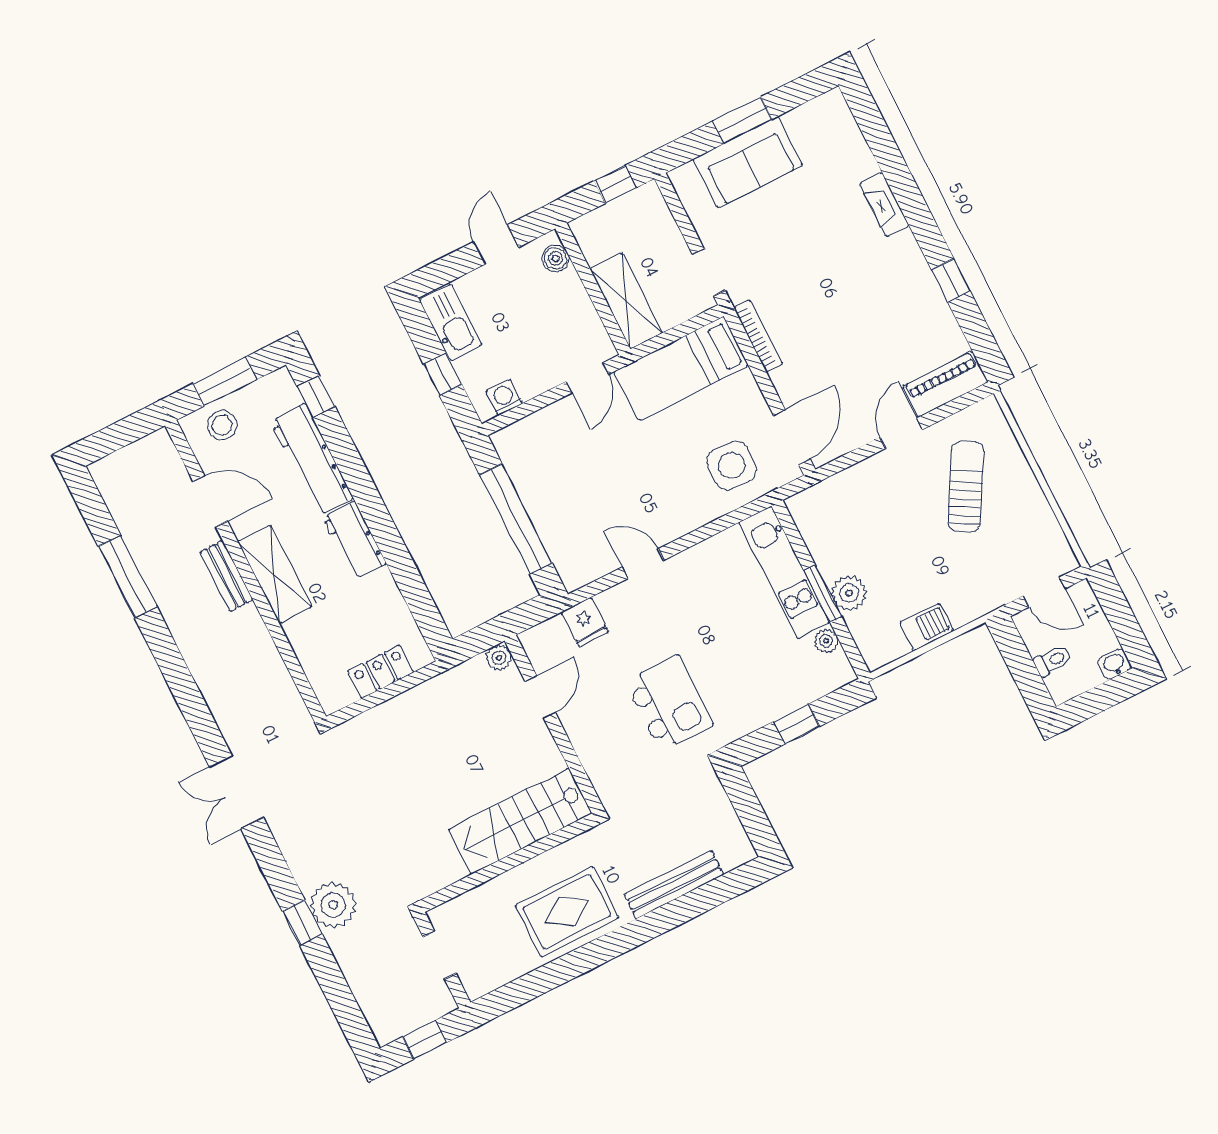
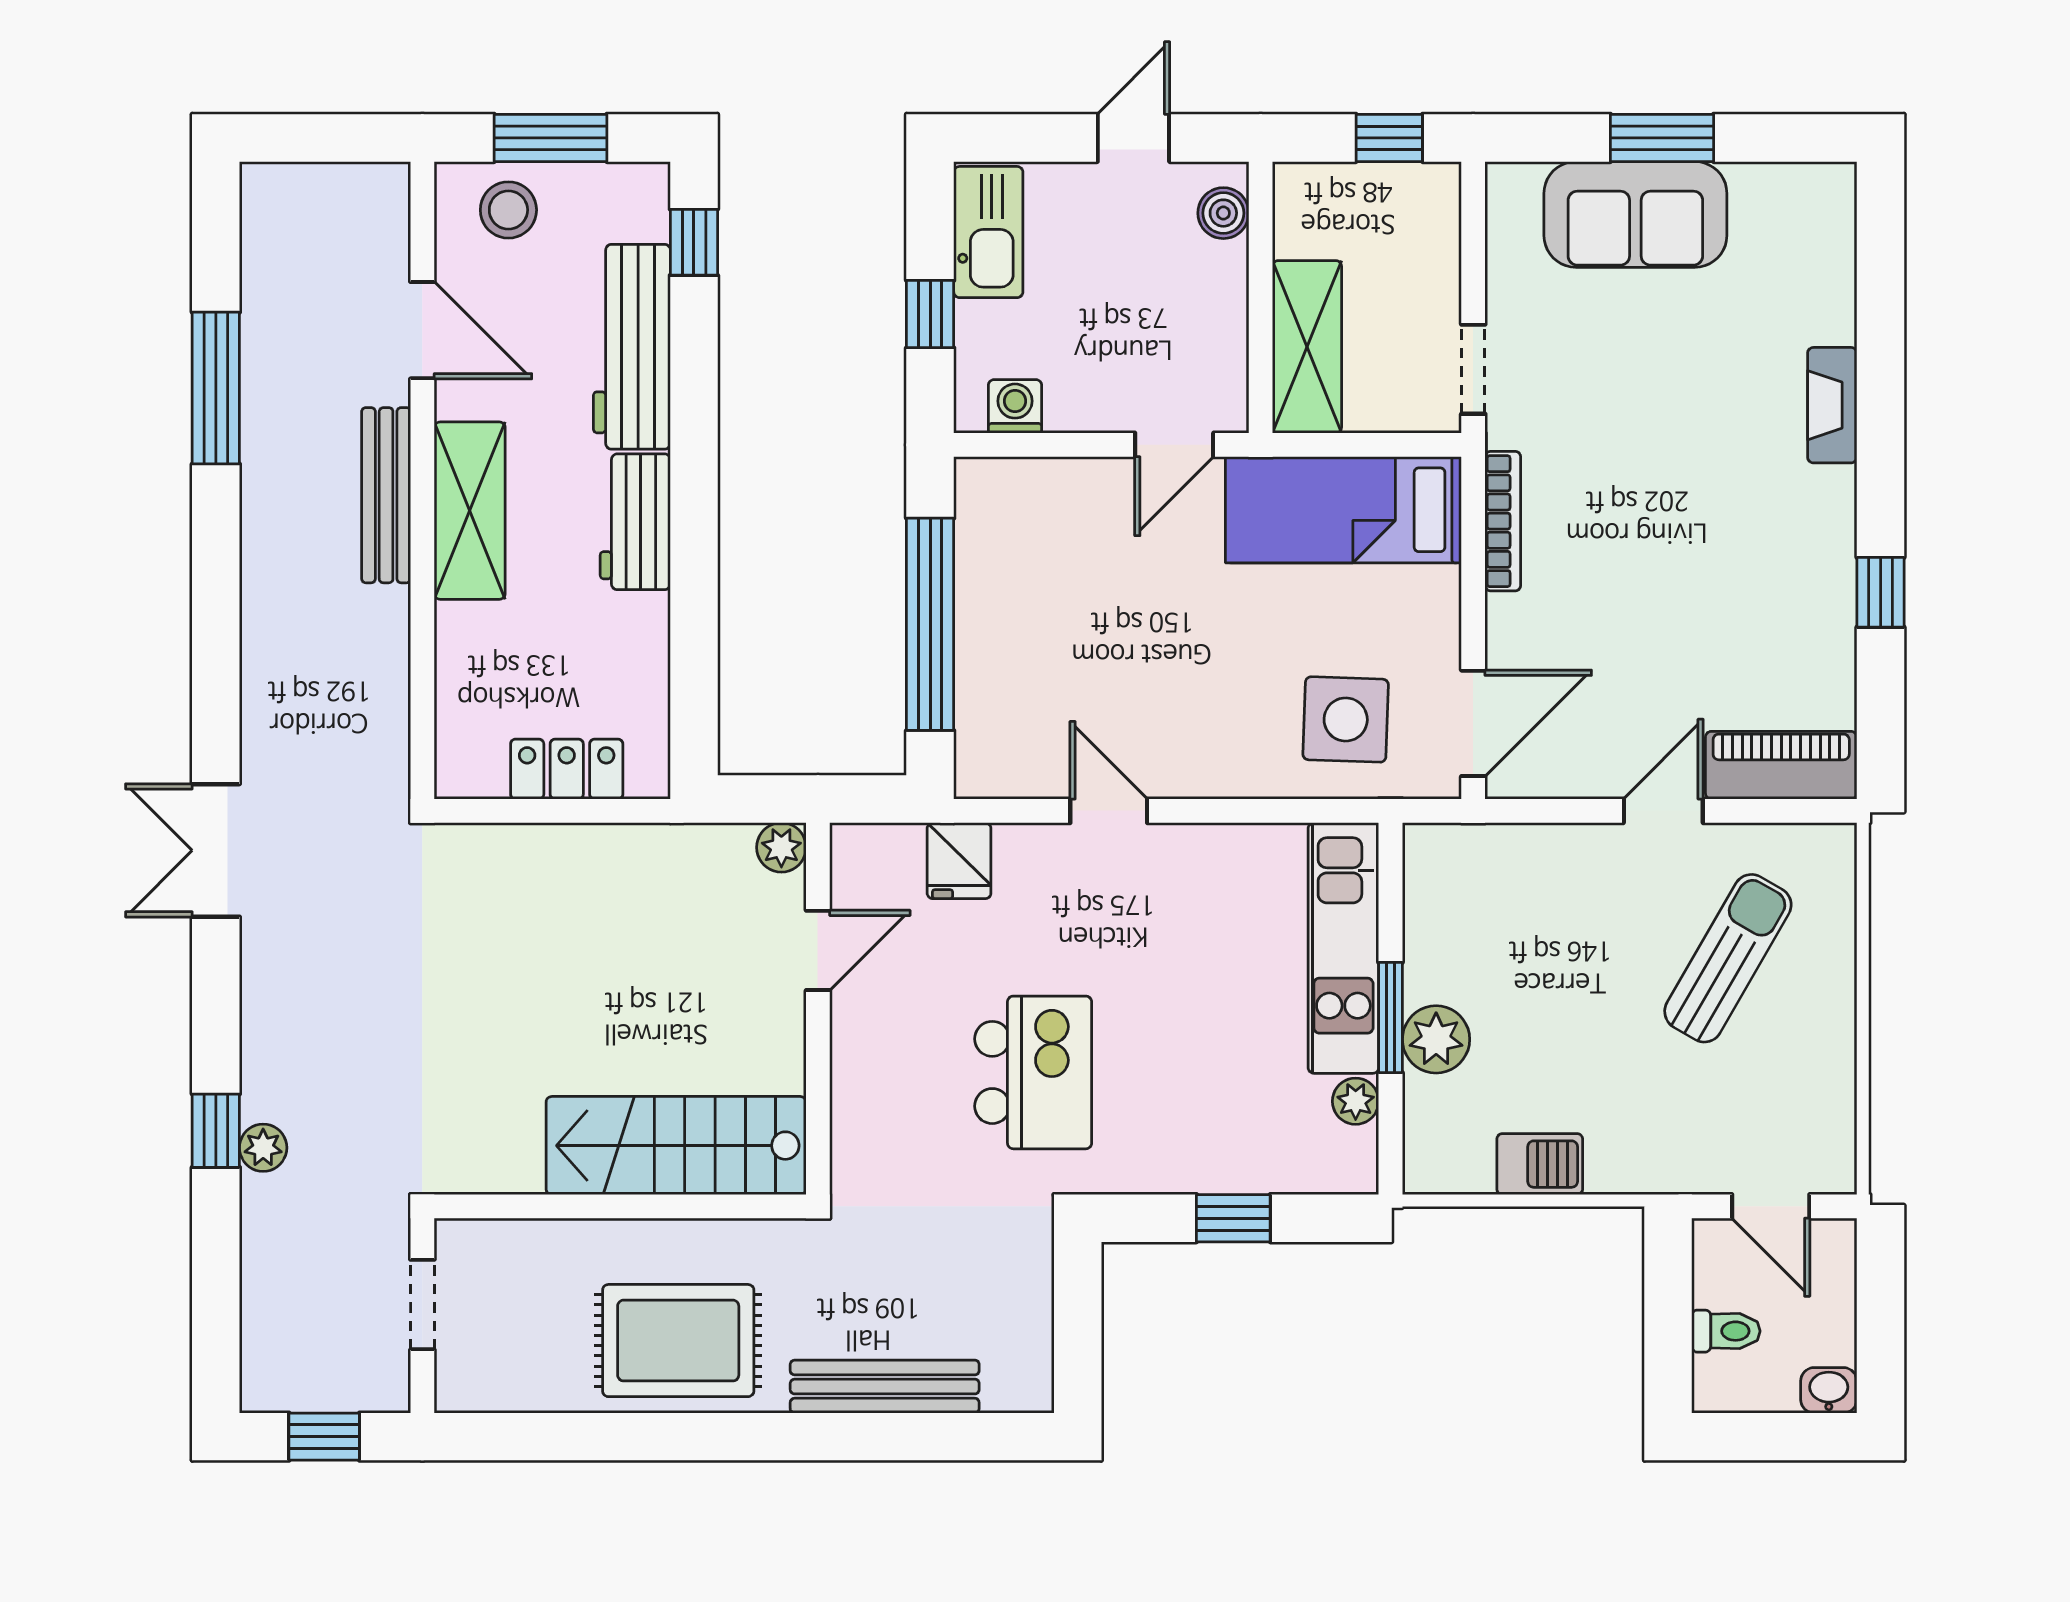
bench: (227, 576) -> (386, 495), width x1.36
plant: (333, 905) -> (263, 1148), width x0.53, depth x0.53

